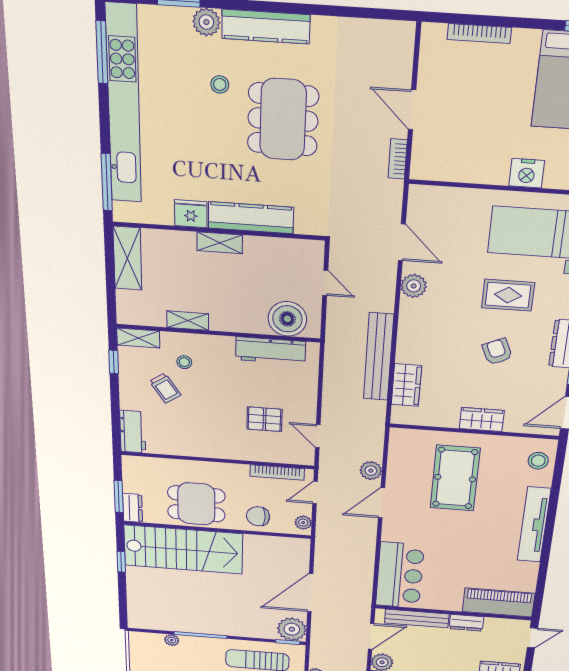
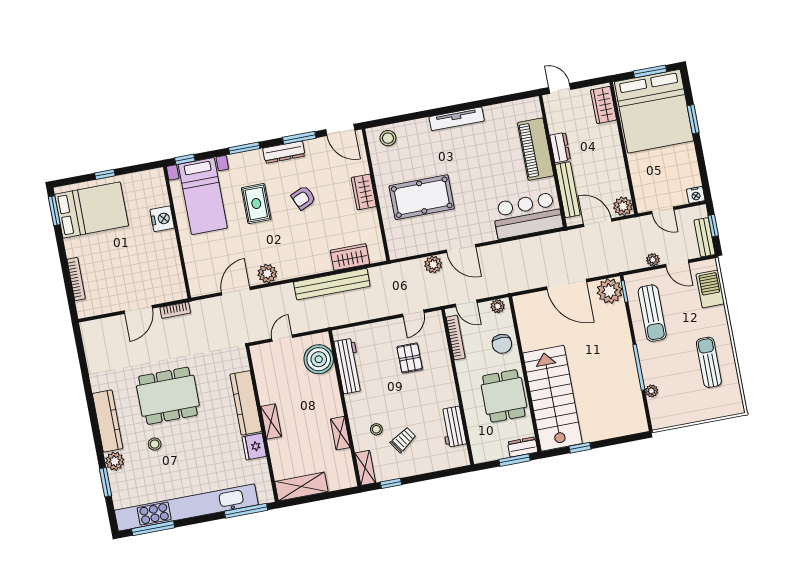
workbench: (133, 432) -> (453, 427), moved, turned -90
tv unit: (534, 525) -> (457, 119), width x0.73, depth x0.78
piano: (499, 602) -> (536, 149), moved

